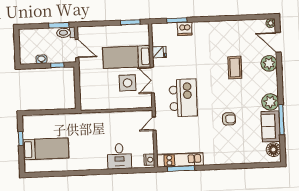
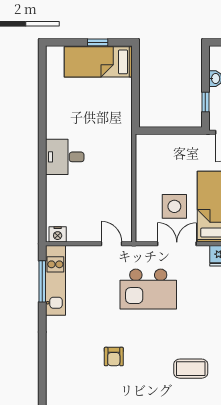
bed: (46, 149) -> (98, 62), moved, turned 90
desk: (119, 156) -> (65, 157), moved

